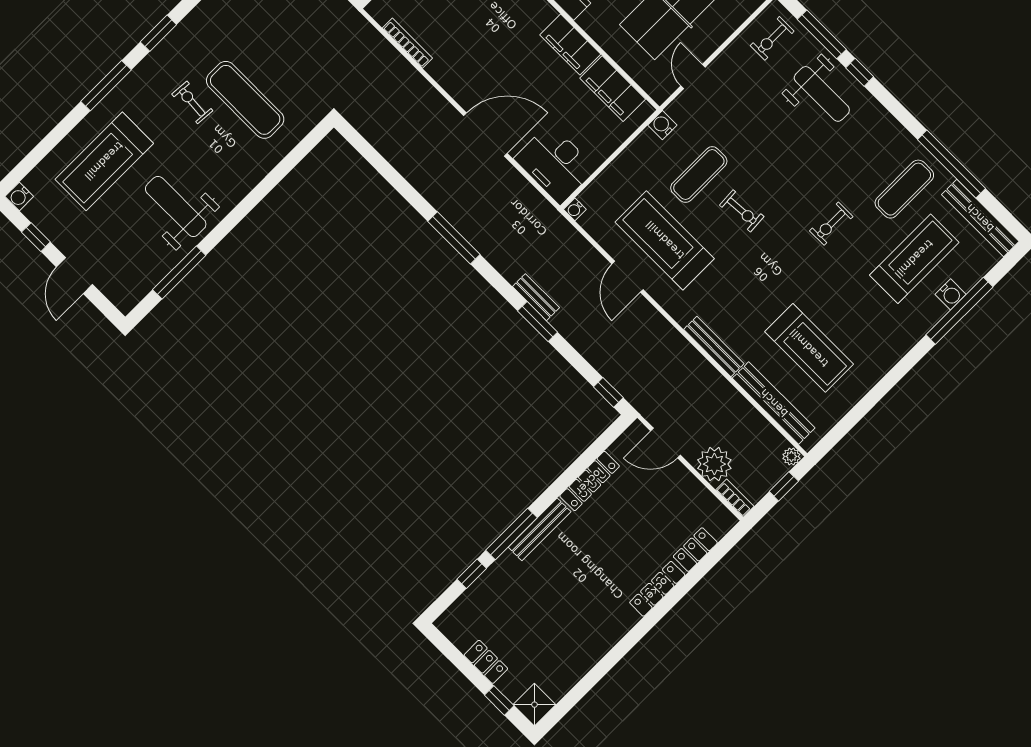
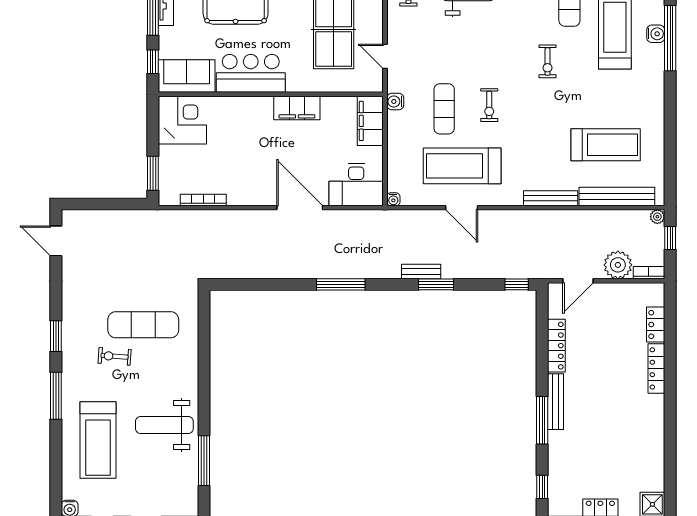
filing cabinet: (613, 89) -> (370, 121), moved, turned 90
door: (485, 135) -> (300, 208), hinge flipped
exercise bike: (742, 211) -> (489, 105), turned 94
window: (472, 574) -> (542, 487), moved

